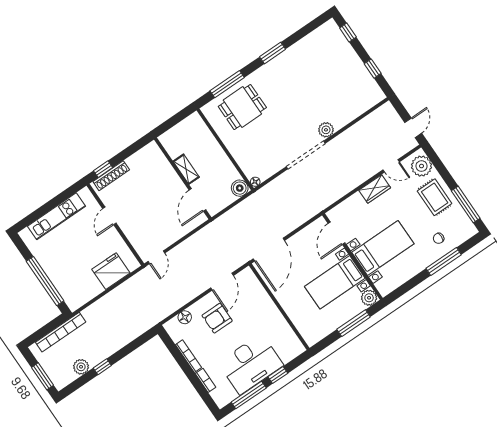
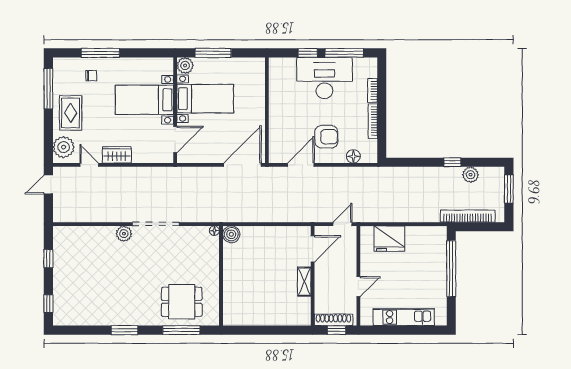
shelving: (186, 169) -> (304, 282), moved
wall: (183, 178) -> (313, 276), moved
door: (197, 200) -> (313, 249), moved

